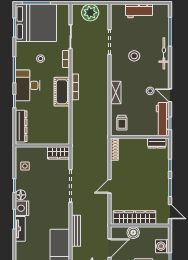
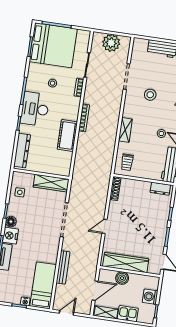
cot: (62, 92) -> (67, 135), moved
wardrobe: (59, 153) -> (51, 183), width x1.50

